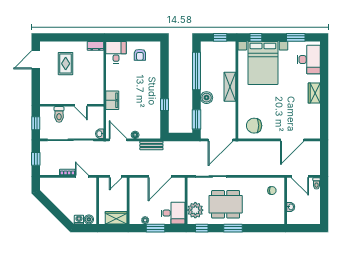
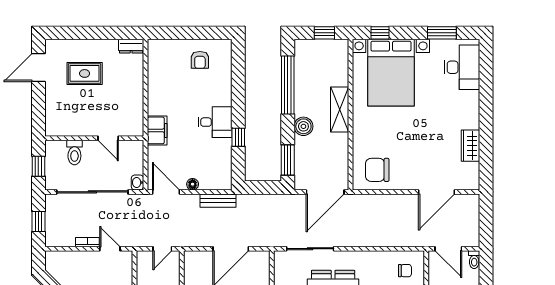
desk: (116, 52) -> (215, 122), moved, turned 90
rug: (66, 64) -> (85, 73), turned 90
wardrobe: (314, 93) -> (471, 146), moved

